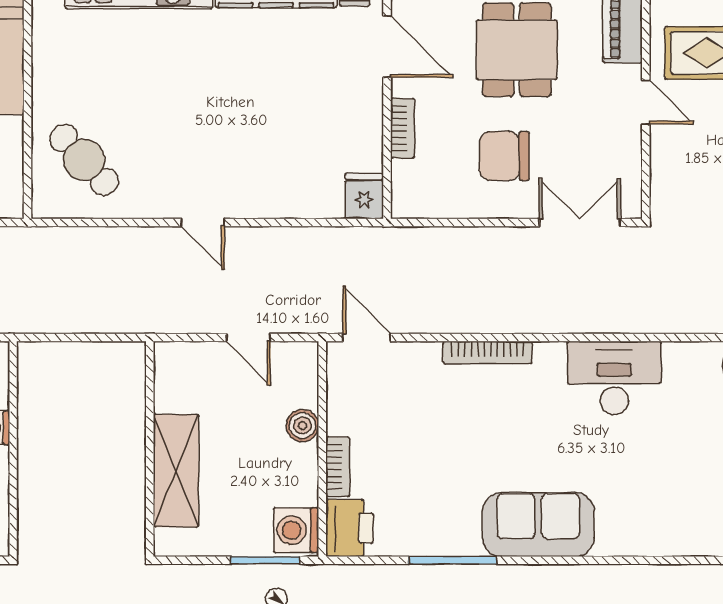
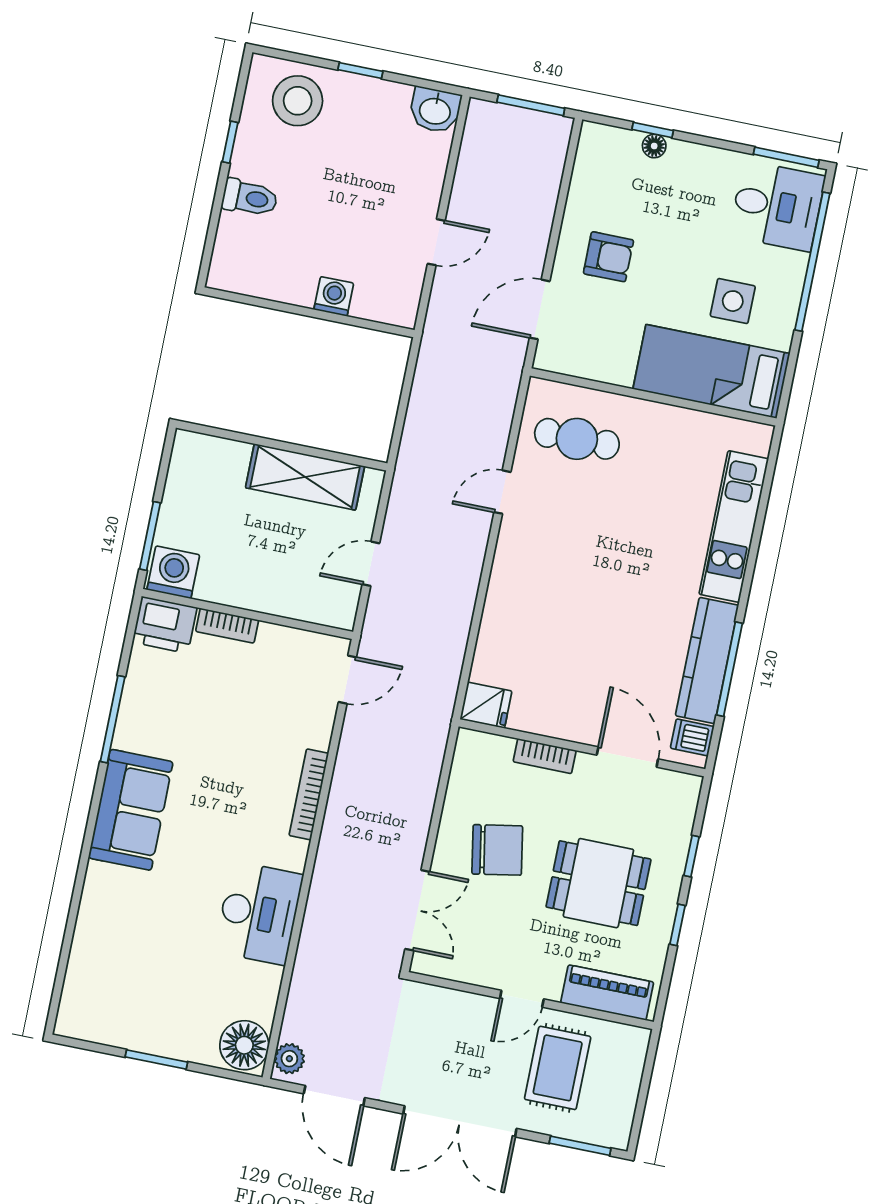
door: (387, 46) -> (627, 757), swing flipped
chair: (504, 156) -> (497, 850), turned 80
cafe table: (84, 160) -> (577, 439), turned 43
door: (203, 222) -> (502, 492), moved
boiler: (302, 426) -> (274, 599), removed
shelving: (176, 471) -> (305, 477), moved

